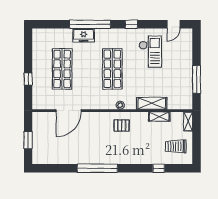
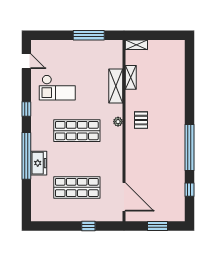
checkout: (150, 52) -> (57, 88), turned 180
door: (69, 111) -> (124, 197), moved
trolley: (176, 146) -> (165, 59), removed
window: (159, 168) -> (189, 190), moved

